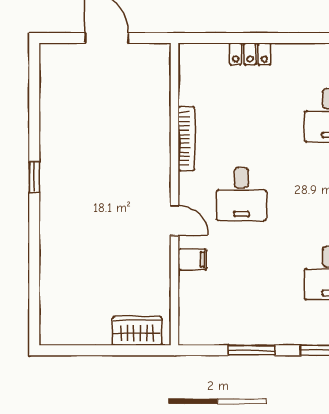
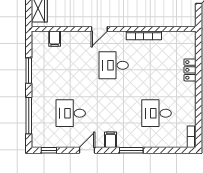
filing cabinet: (192, 259) -> (55, 39), moved

